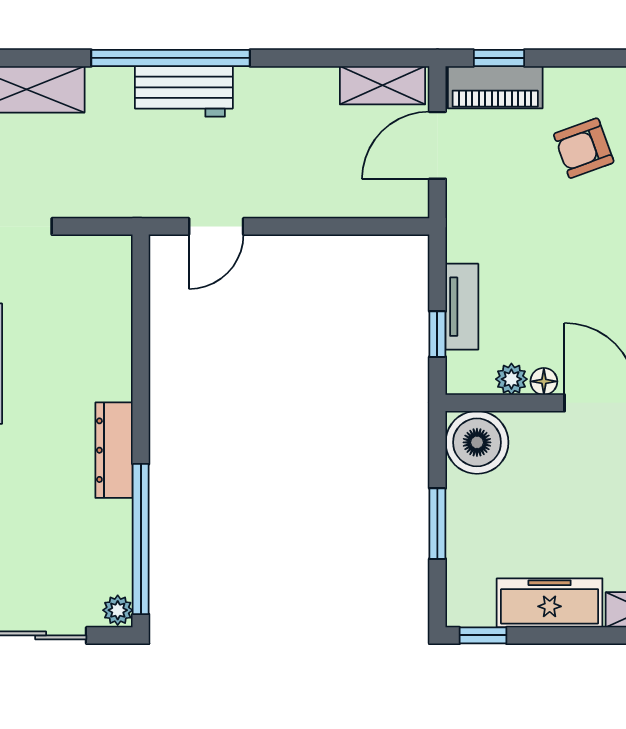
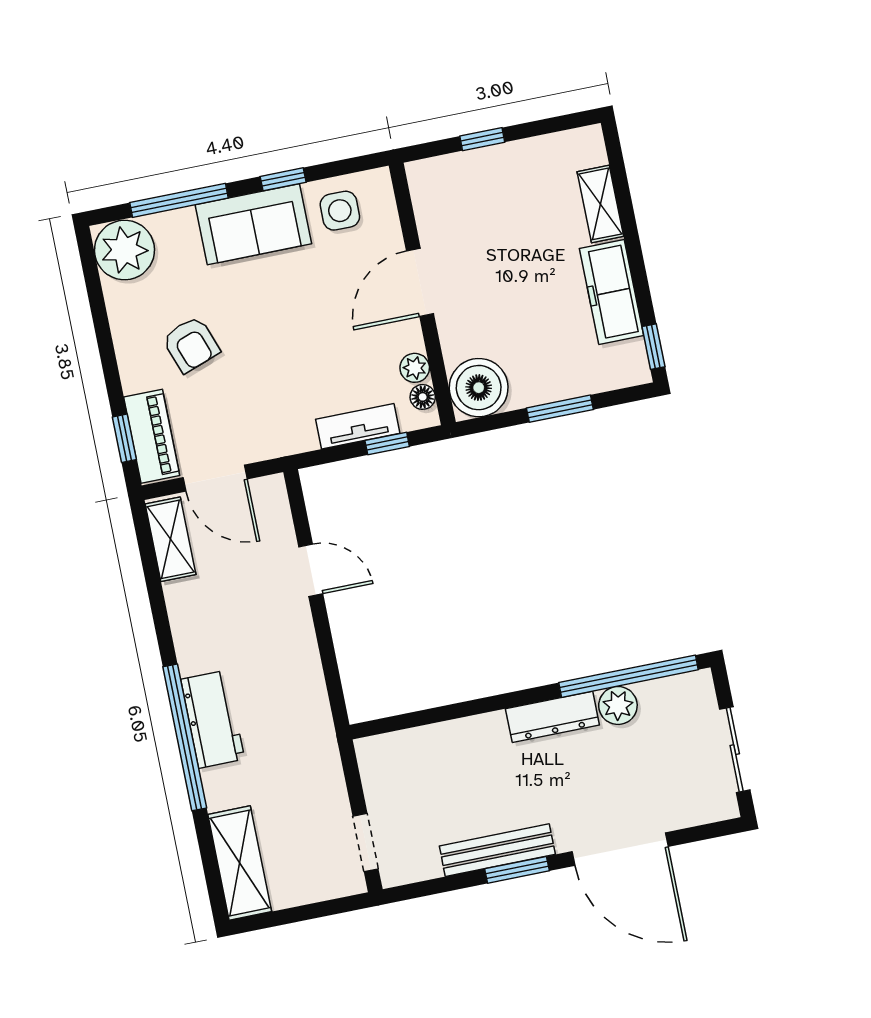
door: (216, 226) -> (311, 570), moved
floor lamp: (544, 381) -> (423, 397), moved
plant: (118, 610) -> (618, 705), moved, width x1.38, depth x1.38

